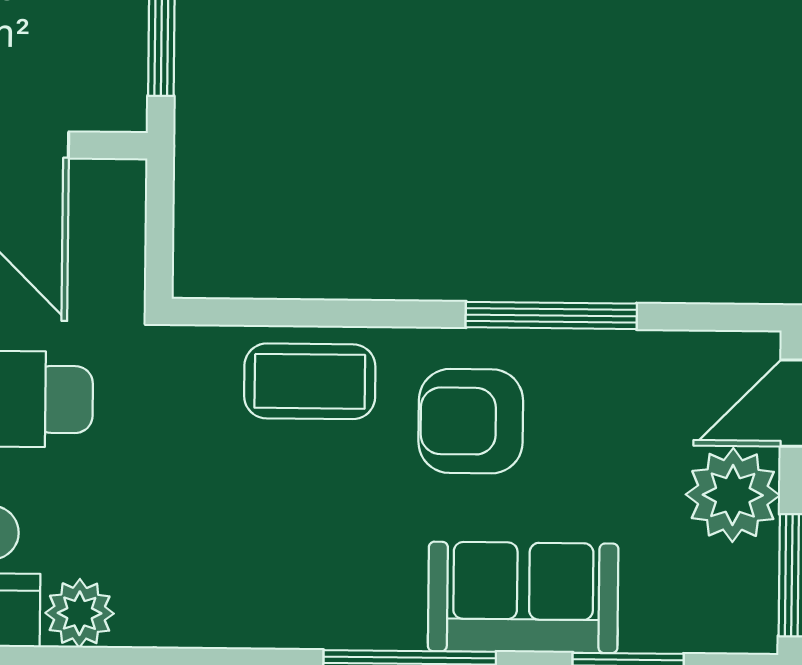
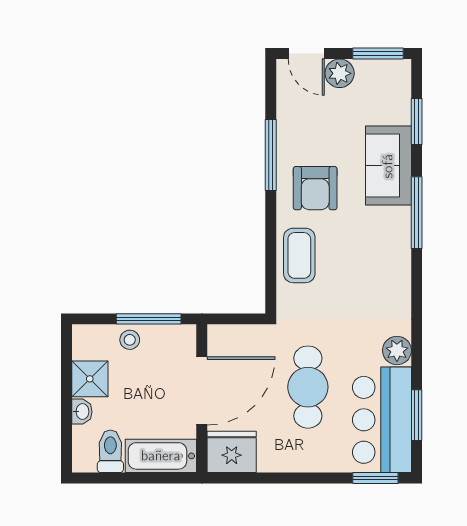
plant: (733, 495) -> (340, 73), width x0.73, depth x0.73

